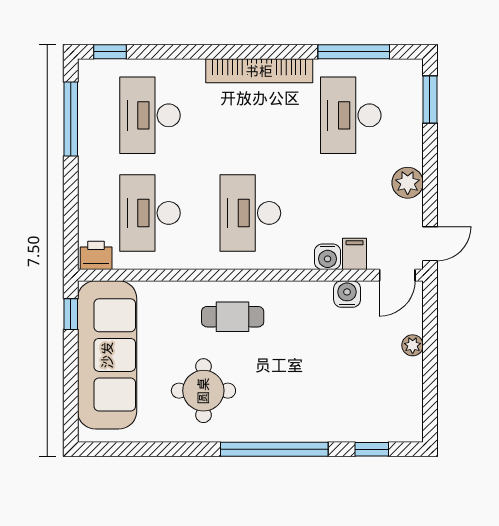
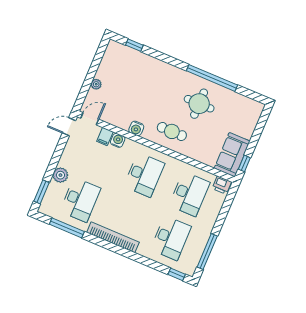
plant: (408, 183) -> (60, 175), moved
water cooler: (347, 294) -> (136, 128), moved
sofa: (107, 355) -> (232, 155), width x0.54, depth x0.79
window: (274, 449) -> (212, 78), moved

